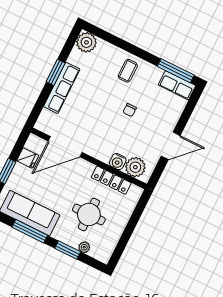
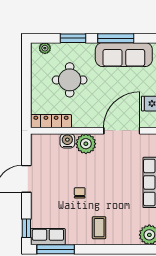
window: (192, 102) -> (26, 228), added
plant: (135, 167) -> (86, 144), moved
locker: (111, 180) -> (51, 121), moved
plant: (84, 247) -> (45, 48), moved

